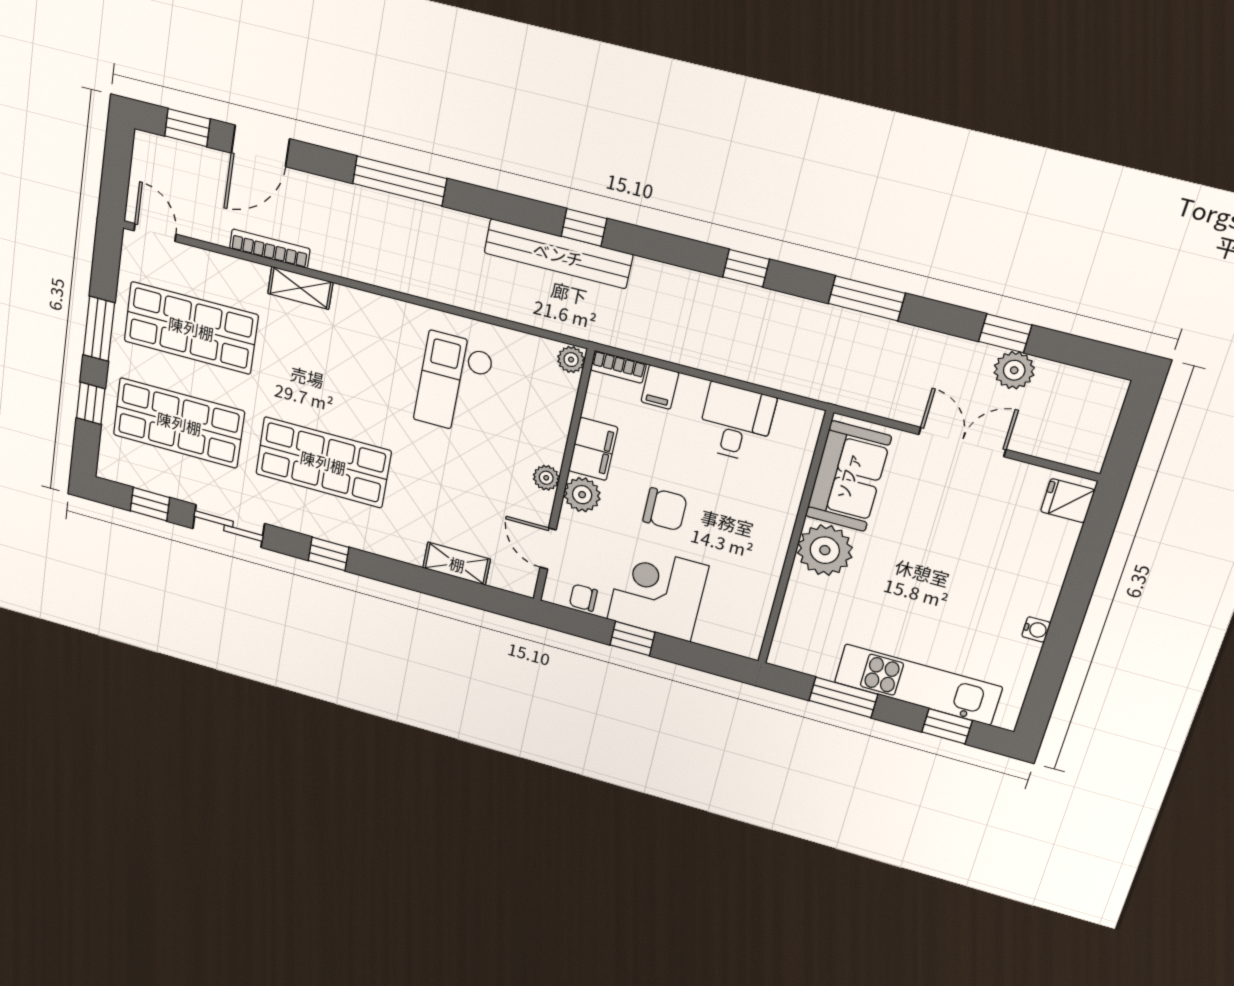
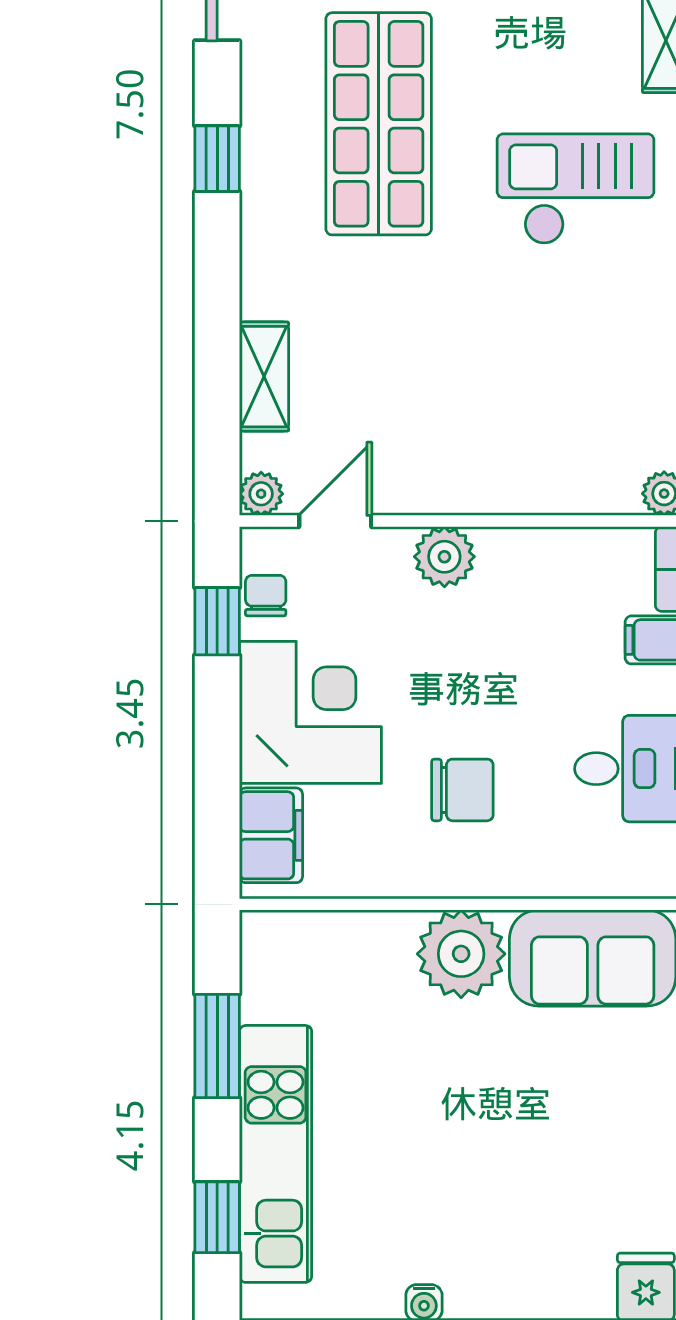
checkout: (454, 383) -> (576, 189), moved
filing cabinet: (593, 449) -> (271, 835), moved, turned -90
plant: (546, 478) -> (261, 494), moved
chair: (665, 509) -> (462, 790), moved, turned -90
window: (633, 639) -> (217, 621), moved

